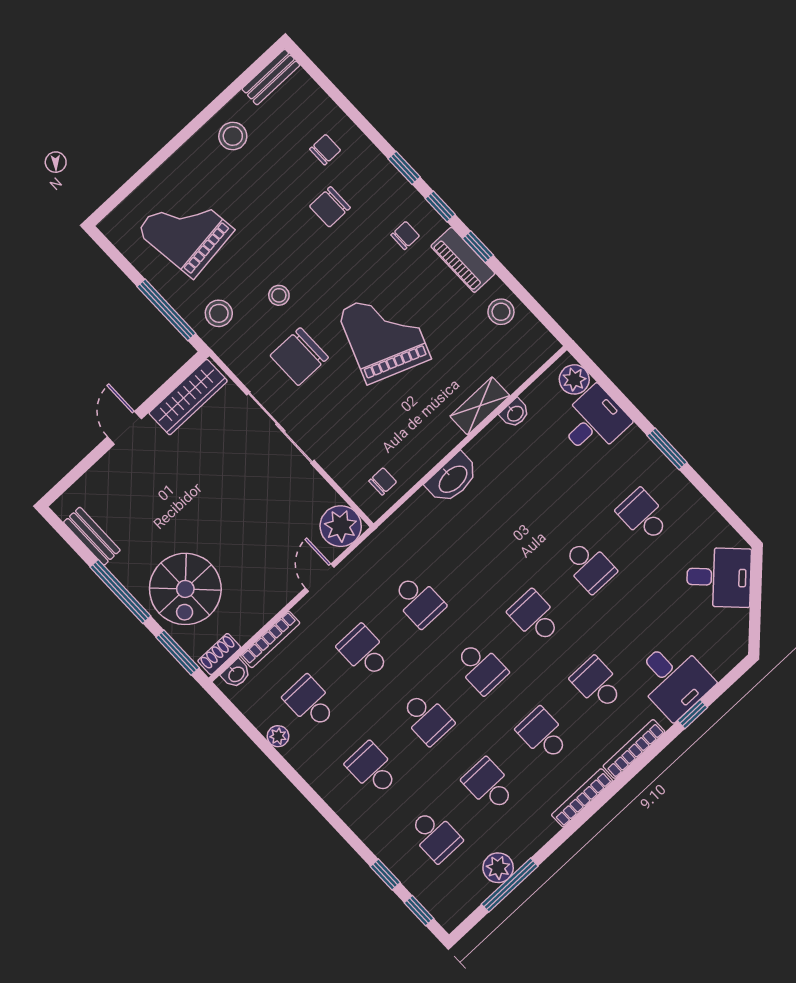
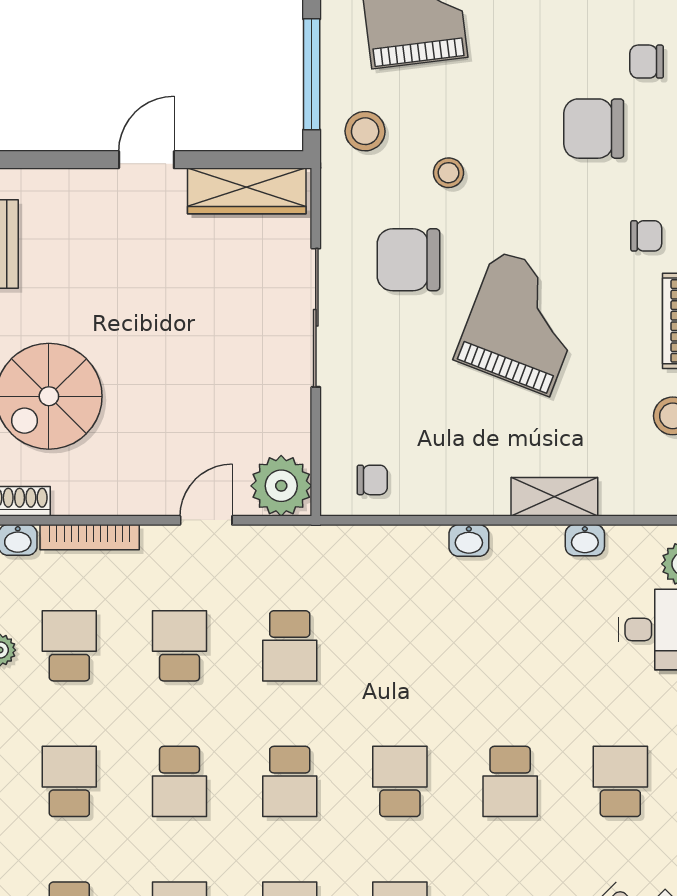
chair: (325, 150) -> (647, 62), turned 180
chair: (330, 207) -> (594, 129), width x1.37, depth x1.37
washbasin: (452, 479) -> (469, 540), width x0.52, depth x0.69

